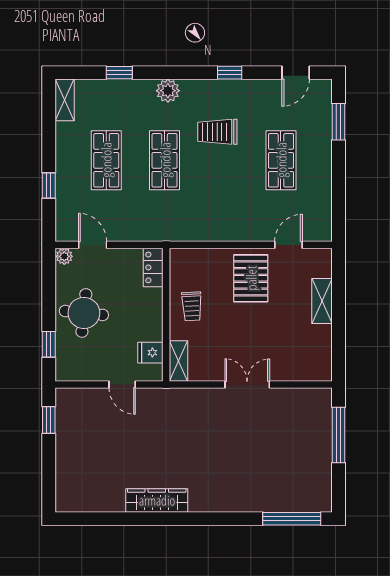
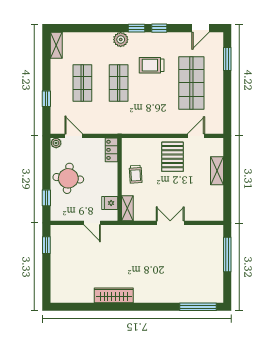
window: (119, 73) -> (136, 28), moved
shop shelf: (281, 160) -> (191, 83), width x1.43, depth x1.36

